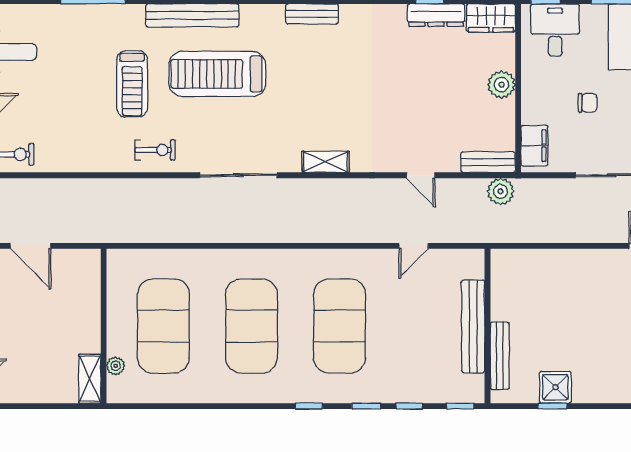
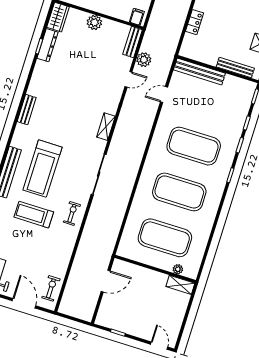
treadmill: (132, 84) -> (34, 215), turned 180
filing cabinet: (534, 146) -> (137, 17), width x0.50
plant: (501, 191) -> (144, 60), moved
door: (31, 246) -> (106, 281), moved
door: (414, 246) -> (164, 94), swing flipped
locker: (557, 259) -> (194, 22), added
bench: (473, 326) -> (199, 72), moved

